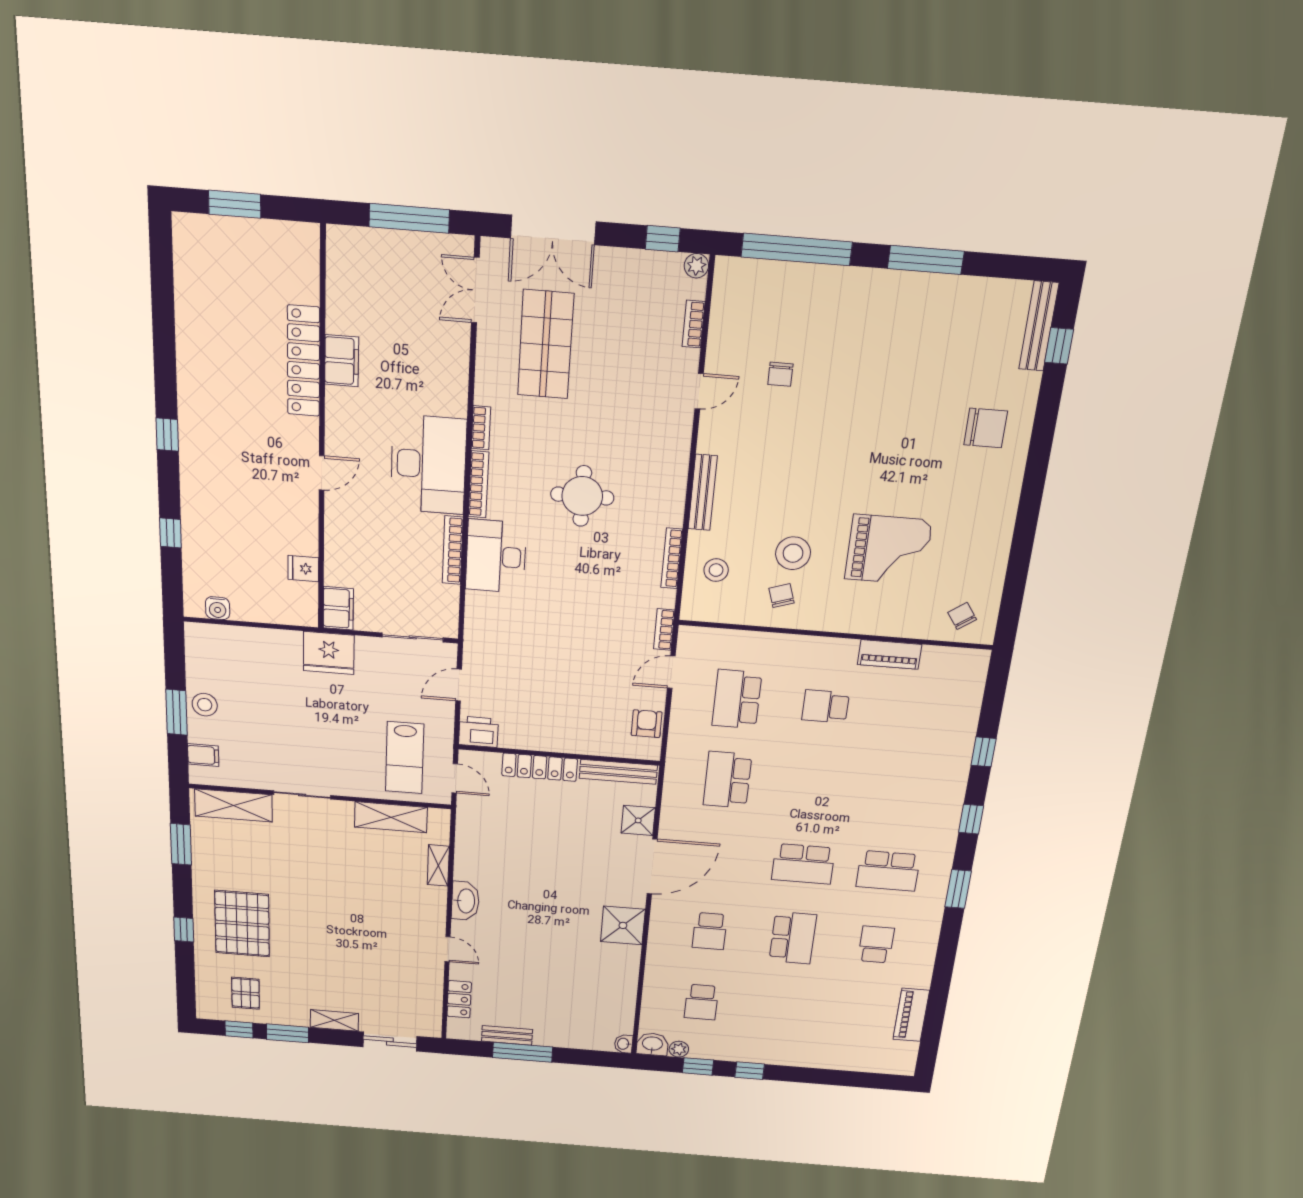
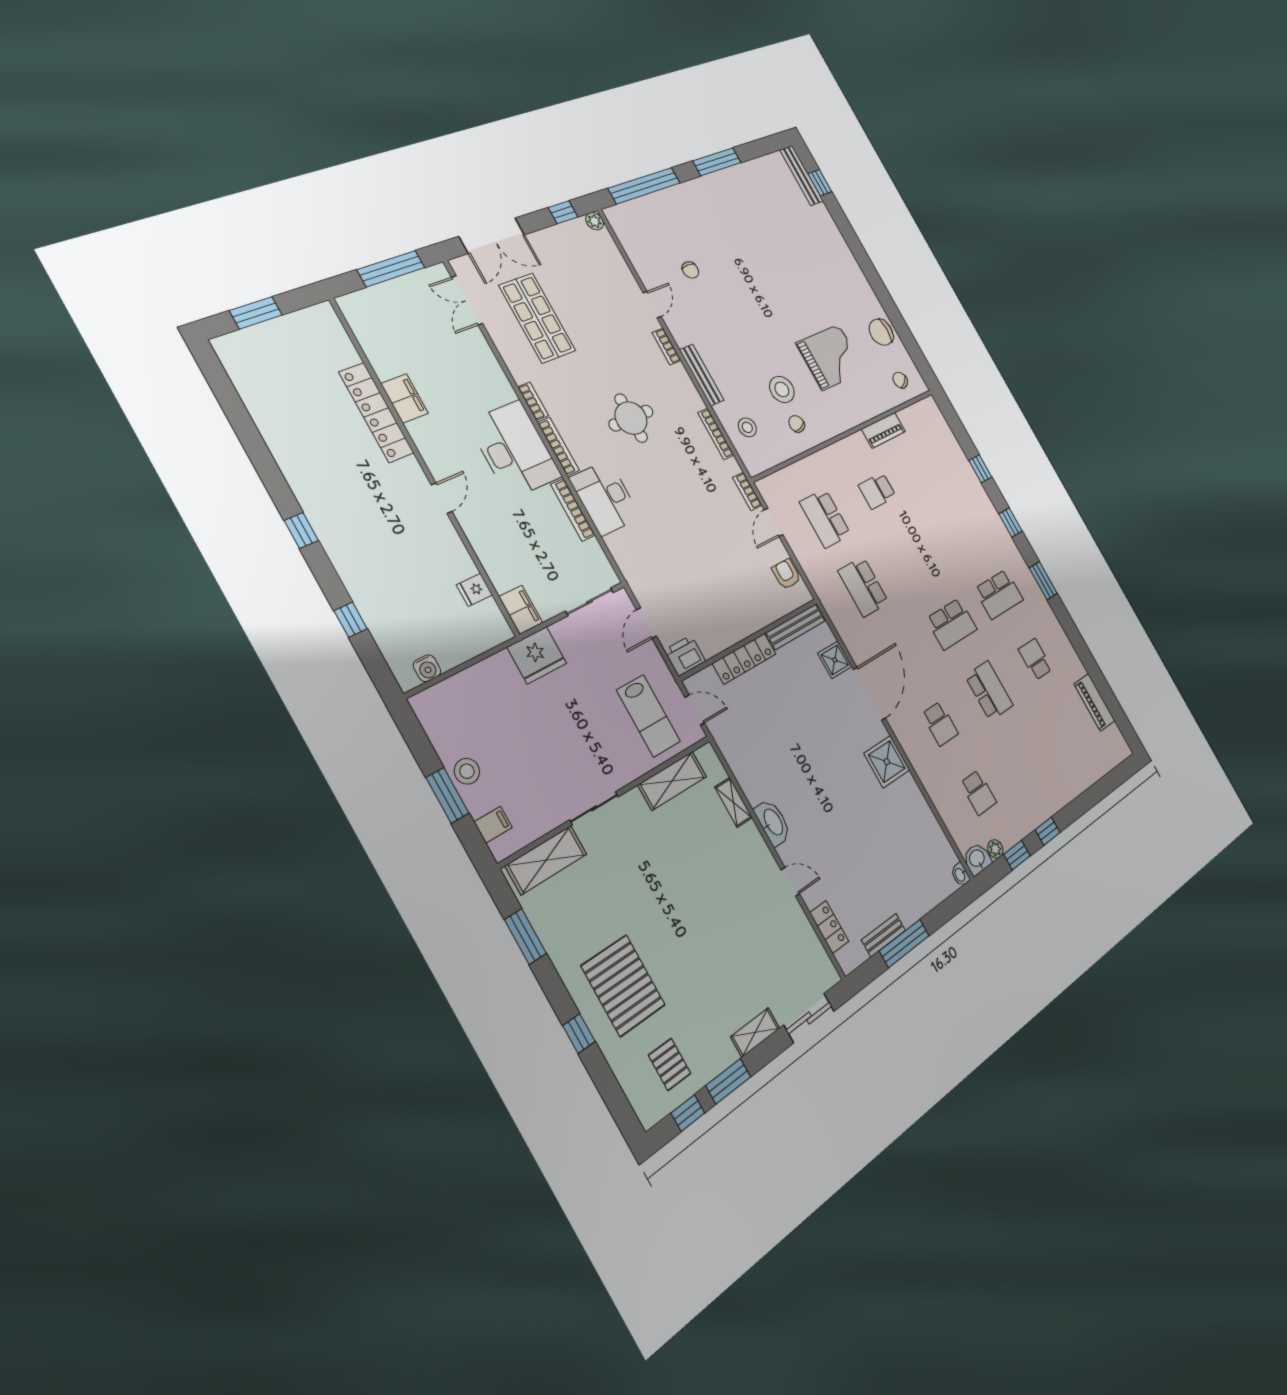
bookcase: (694, 324) -> (666, 346), moved
chair: (986, 428) -> (881, 332), moved, turned 180

